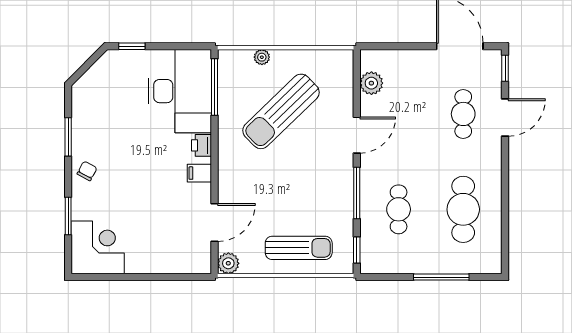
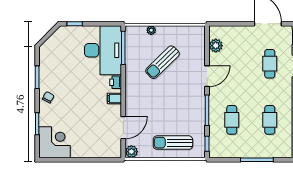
sun lounger: (281, 111) -> (162, 62), width x0.73, depth x0.75
cafe table: (463, 209) -> (270, 120), width x0.73, depth x0.74
sun lounger: (299, 248) -> (173, 143), turned 180

